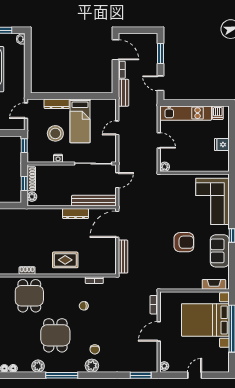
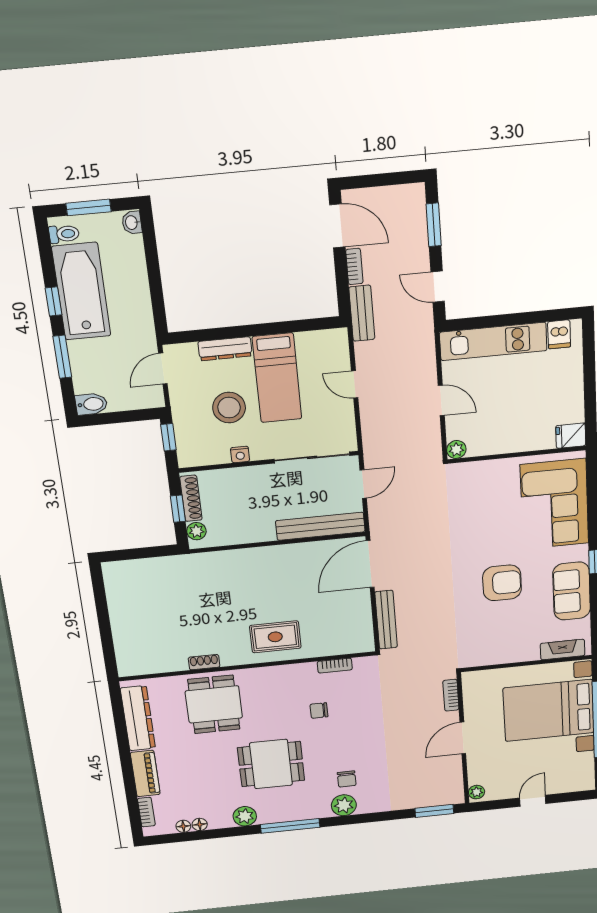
door: (117, 128) -> (355, 384), hinge flipped
fridge: (222, 145) -> (571, 436), moved
dresser: (76, 214) -> (286, 553), removed
dining table: (55, 335) -> (271, 764), turned 90

